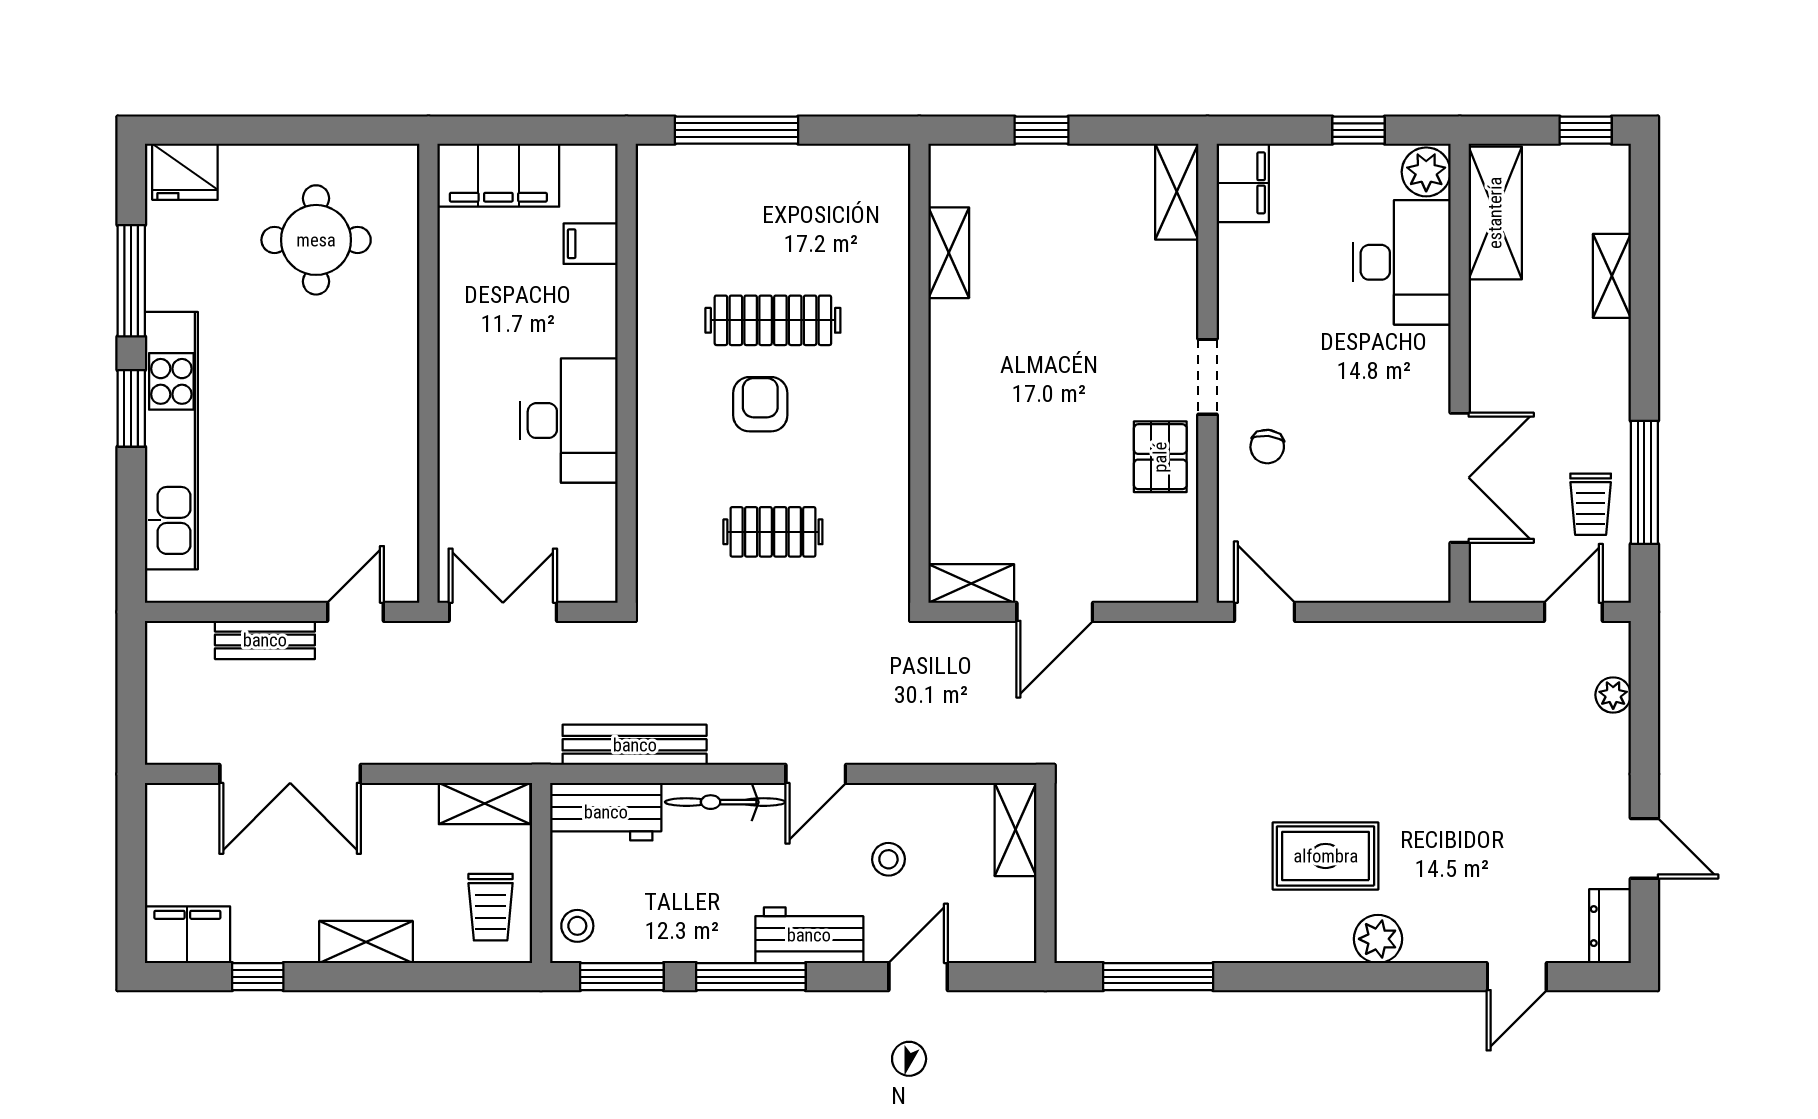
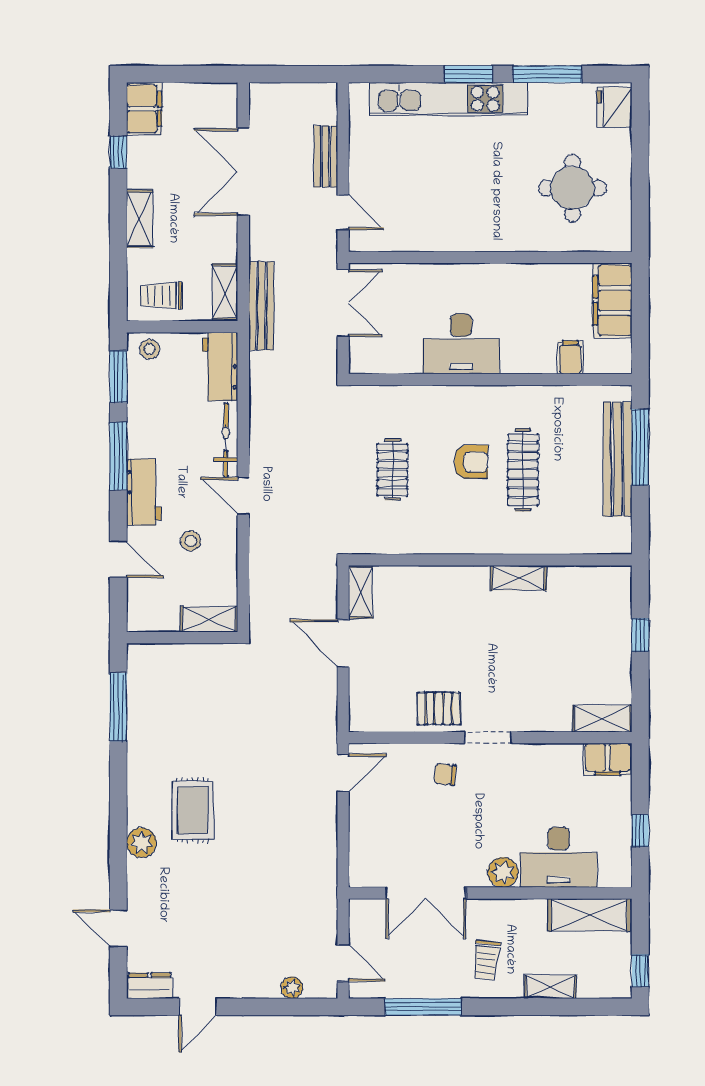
bench: (756, 167) -> (618, 459), added
plant: (1426, 172) -> (503, 872), moved
shelving: (949, 253) -> (518, 578), moved
trolley: (1591, 504) -> (486, 960), moved, turned -84
bench: (635, 745) -> (261, 306), moved

